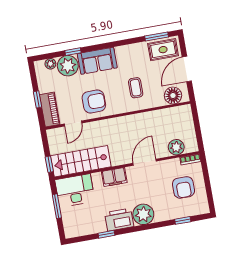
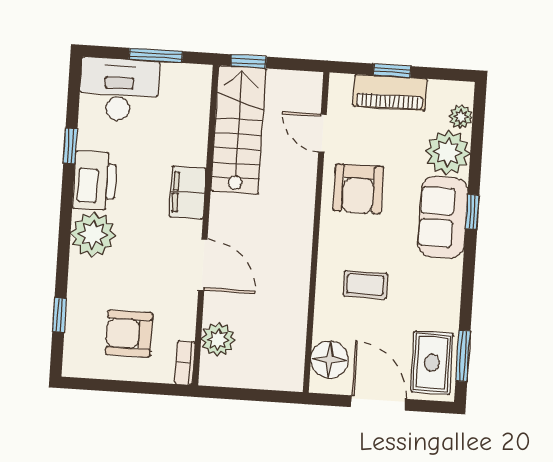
window: (73, 52) -> (472, 212), moved
piano: (50, 110) -> (390, 93), moved
desk: (75, 190) -> (119, 90), moved, turned -90

